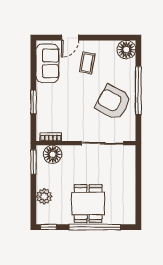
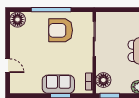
sofa: (47, 63) -> (58, 84), moved
coffee table: (87, 63) -> (28, 52), removed
armchair: (113, 102) -> (61, 30), turned 62

